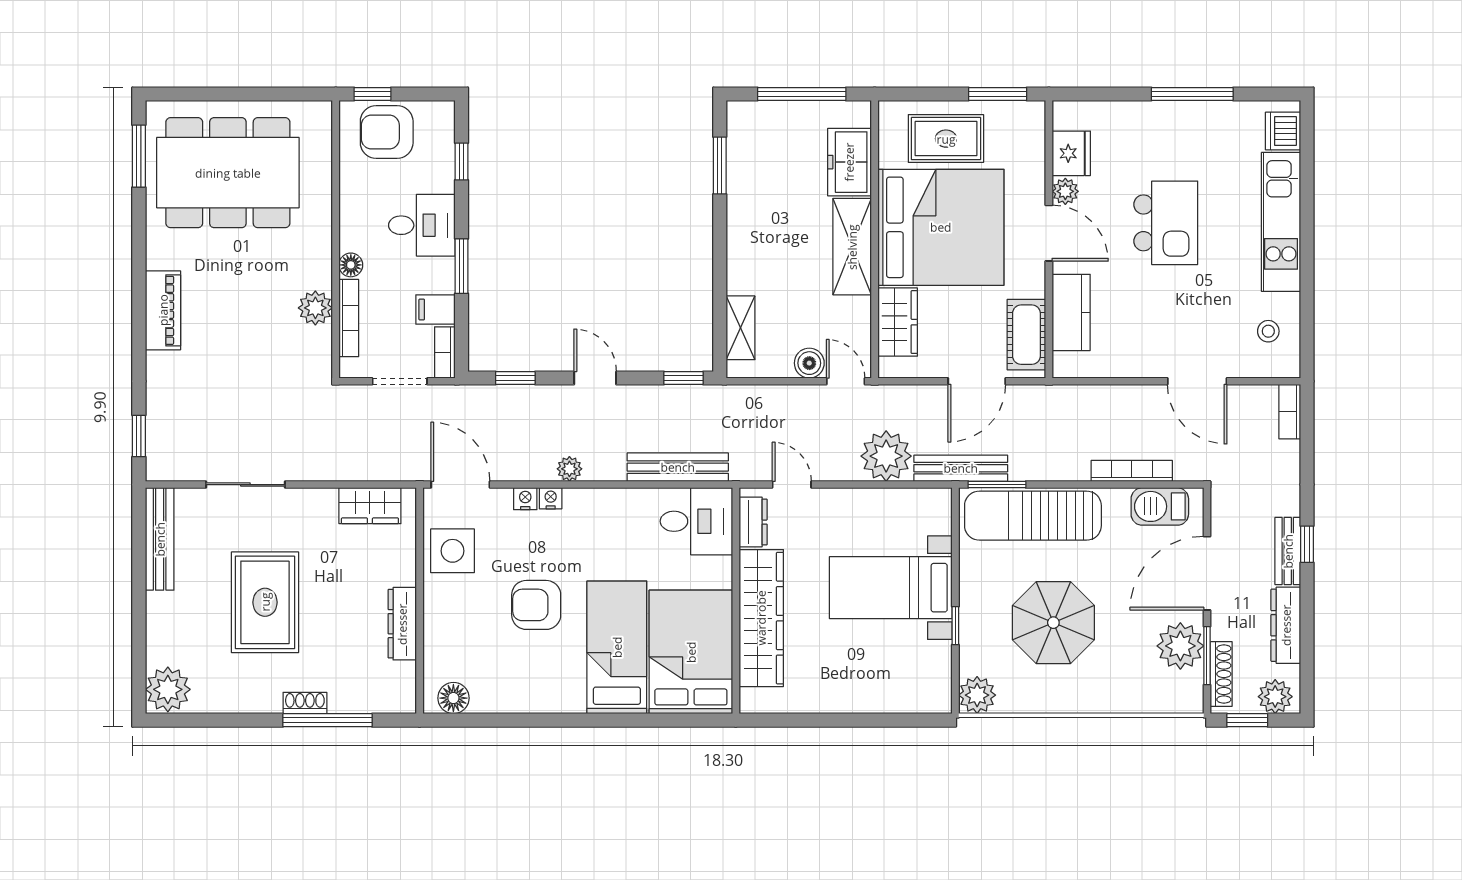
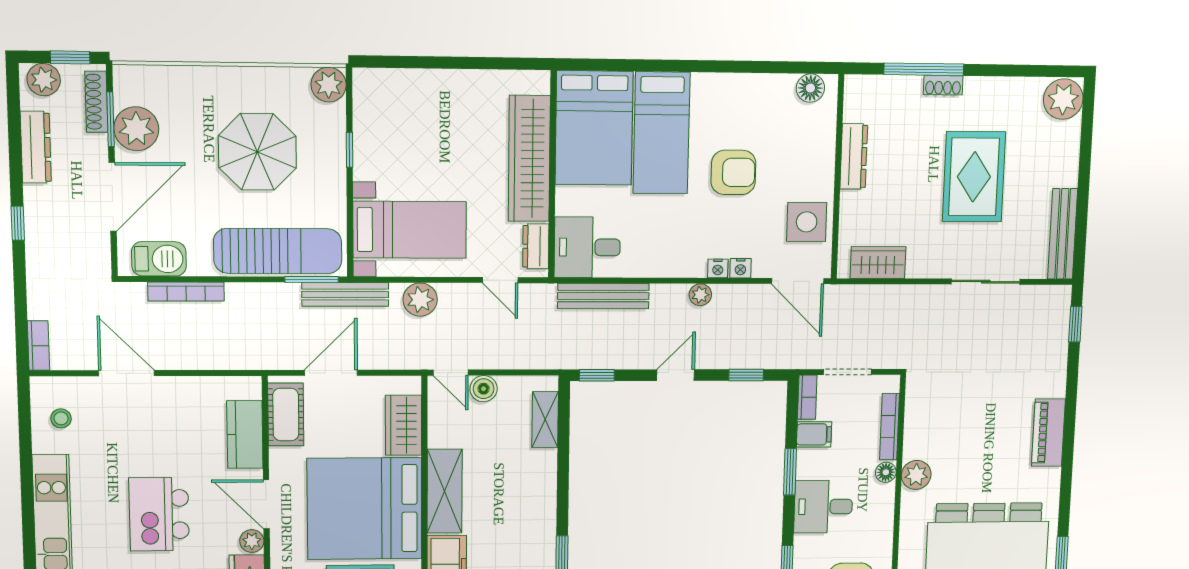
plant: (315, 308) -> (916, 475), moved
door: (595, 378) -> (676, 375), swing flipped
plant: (886, 456) -> (420, 300), width x0.73, depth x0.73
bench: (1288, 551) -> (36, 217), removed
bed with nightstands: (891, 588) -> (410, 230), moved

